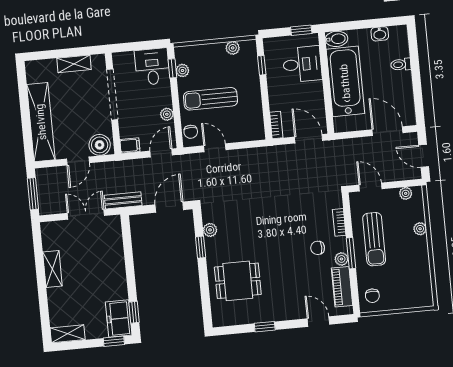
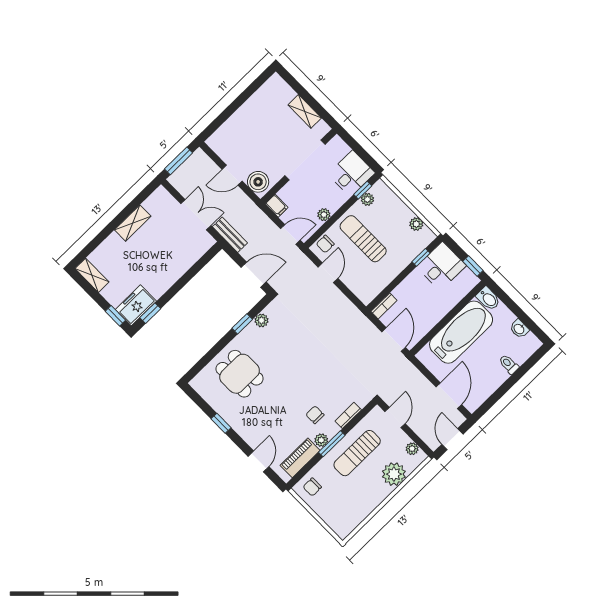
desk: (302, 64) -> (441, 266), moved, turned -90
shelving: (41, 122) -> (239, 122), removed
plant: (420, 229) -> (394, 474), width x1.87, depth x1.87

